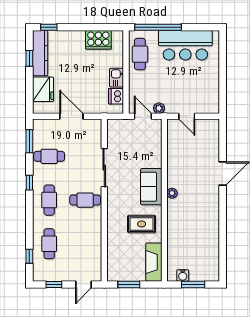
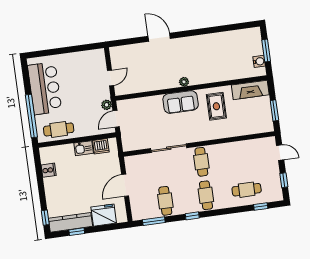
cooker: (98, 40) -> (49, 170), width x0.53, depth x0.76
cafe table: (49, 200) -> (206, 195), turned 90

